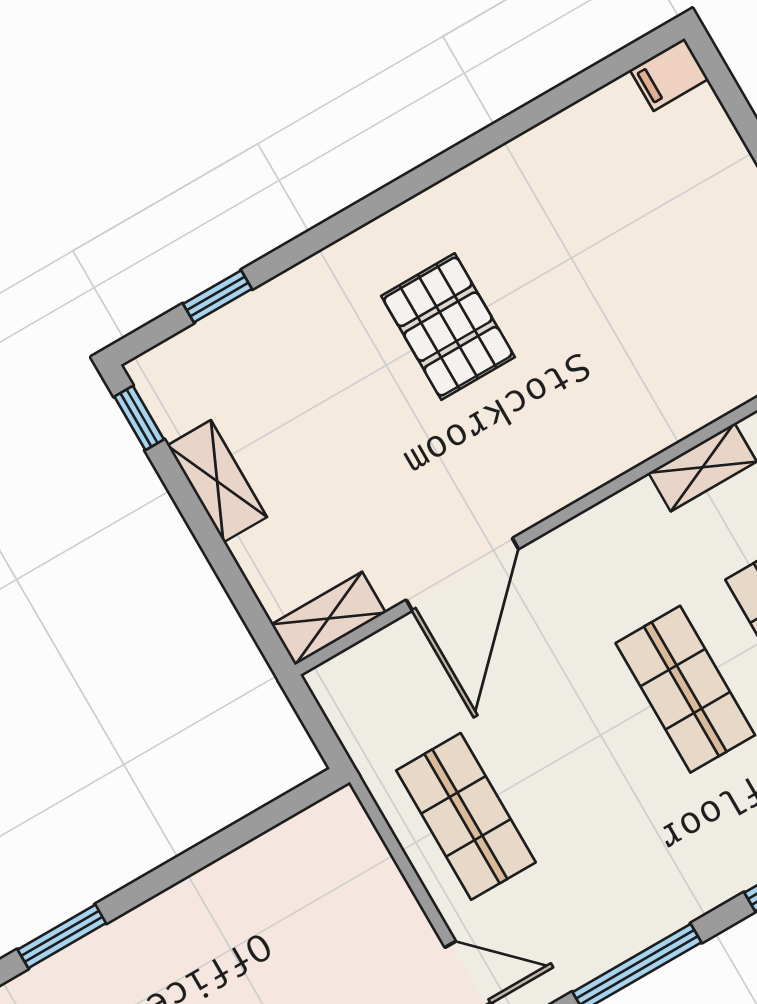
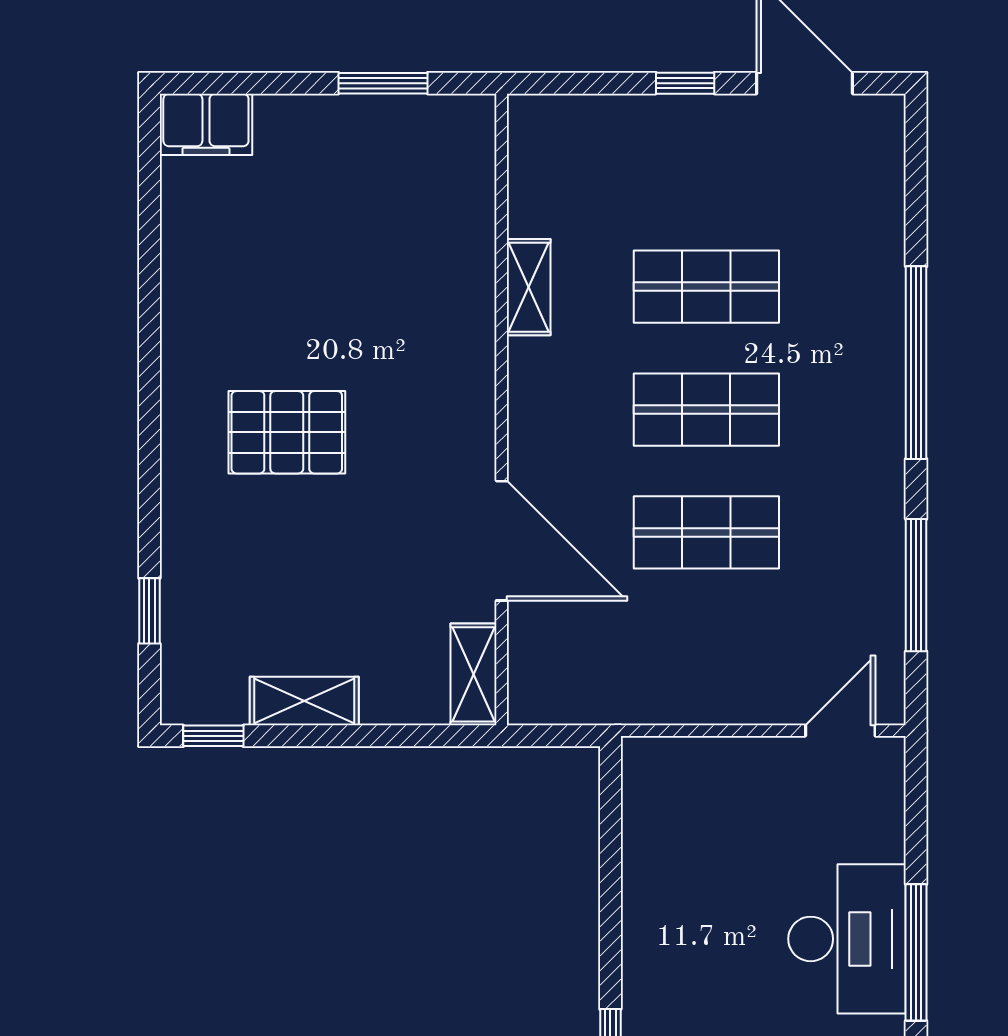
filing cabinet: (669, 75) -> (206, 124), width x2.00
shop shelf: (466, 816) -> (706, 532), moved

